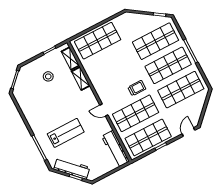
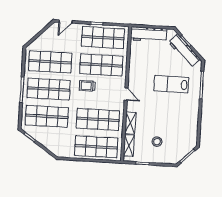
shop shelf: (110, 65) -> (98, 119), added
door: (104, 110) -> (126, 94), moved
workbench: (115, 149) -> (149, 34), moved, turned 90

